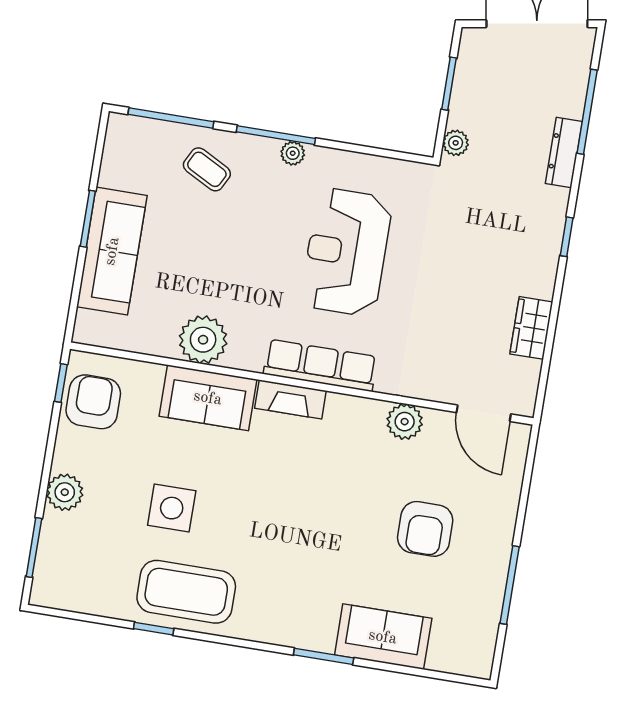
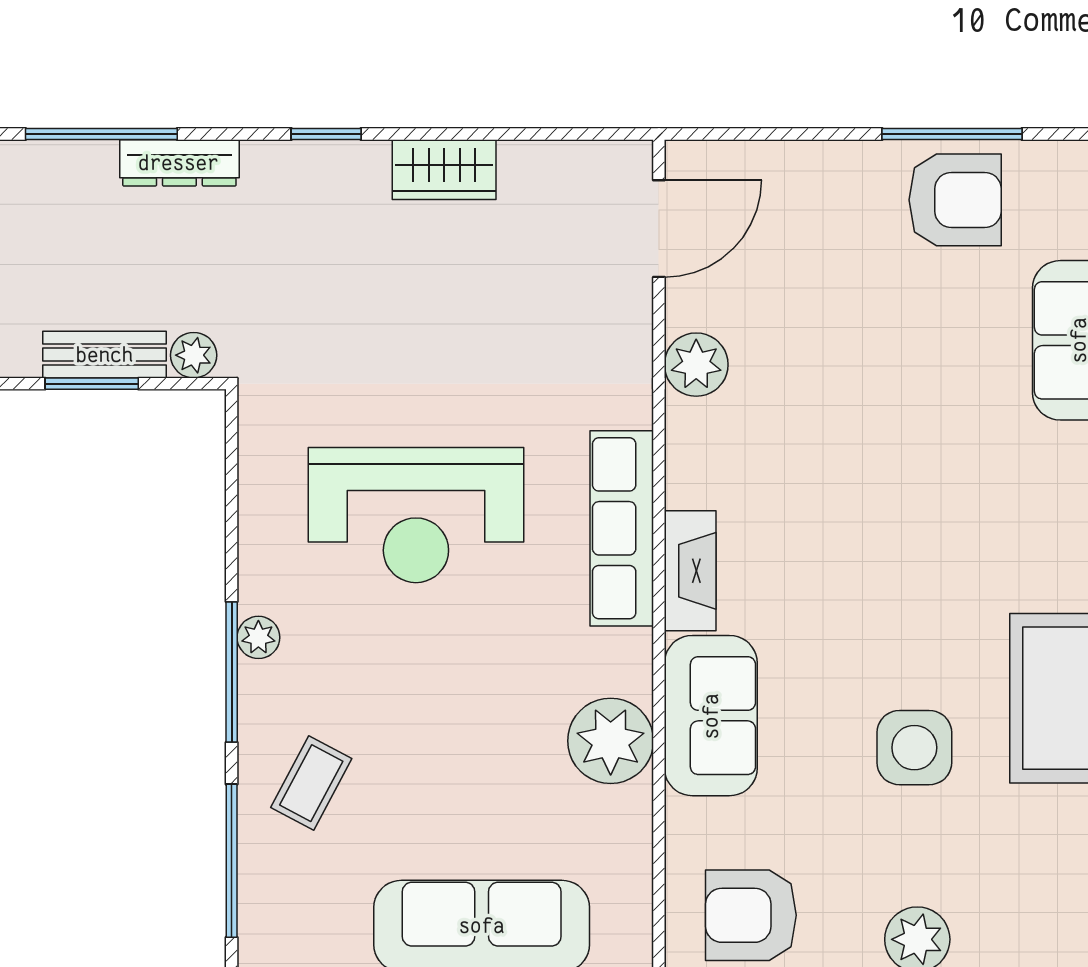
bench: (464, 93) -> (105, 355), added
wardrobe: (531, 328) -> (444, 170), moved
armchair: (425, 529) -> (955, 200), moved

